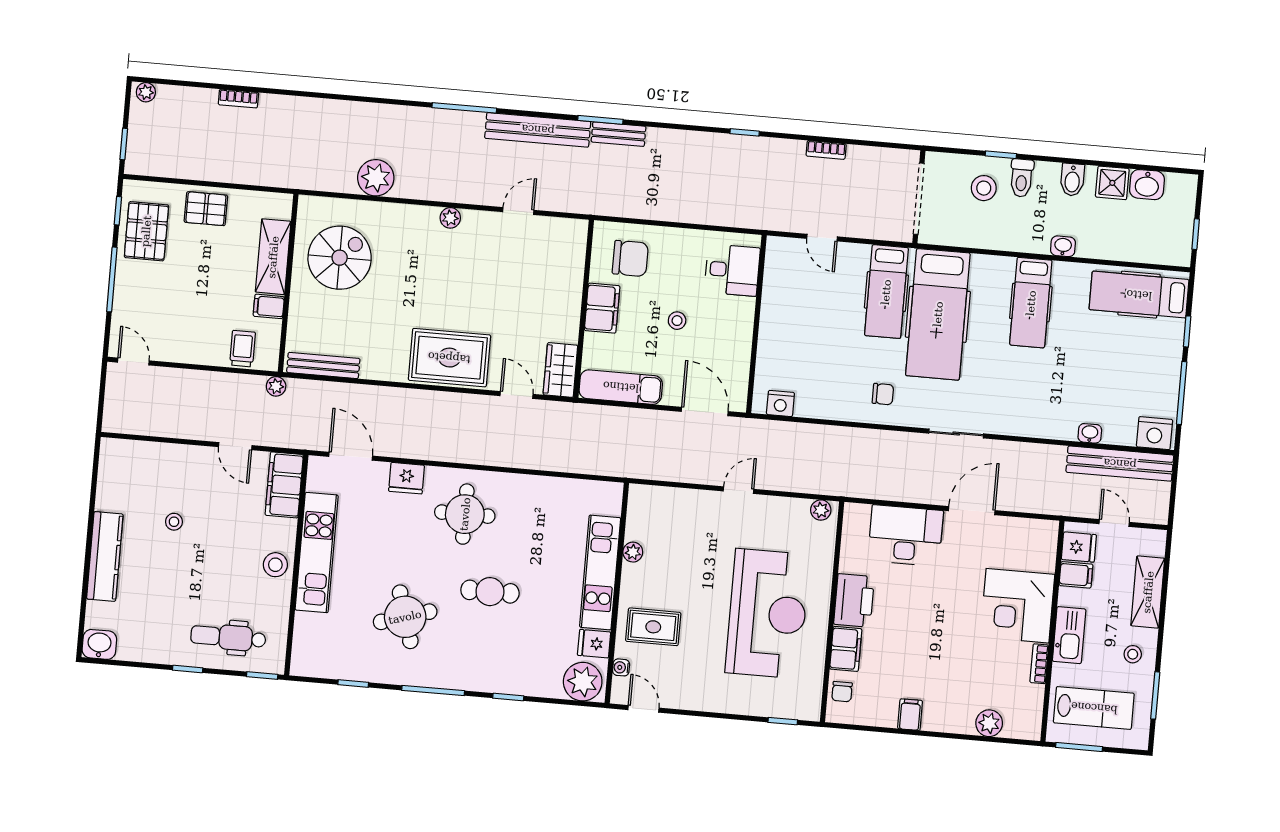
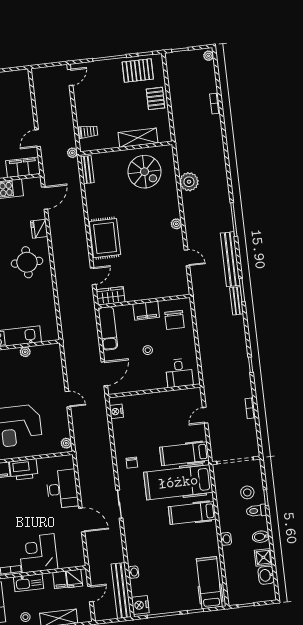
hospital bed: (1031, 303) -> (192, 513), moved
filing cabinet: (269, 306) -> (112, 141), removed
bench: (323, 365) -> (87, 170), width x0.73

